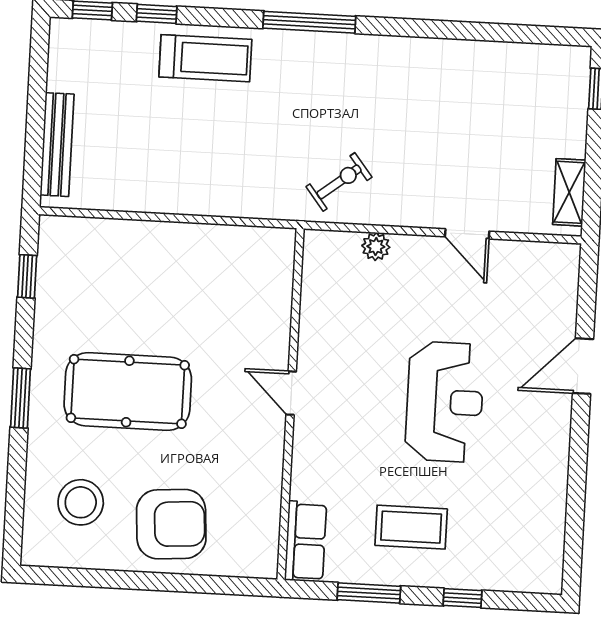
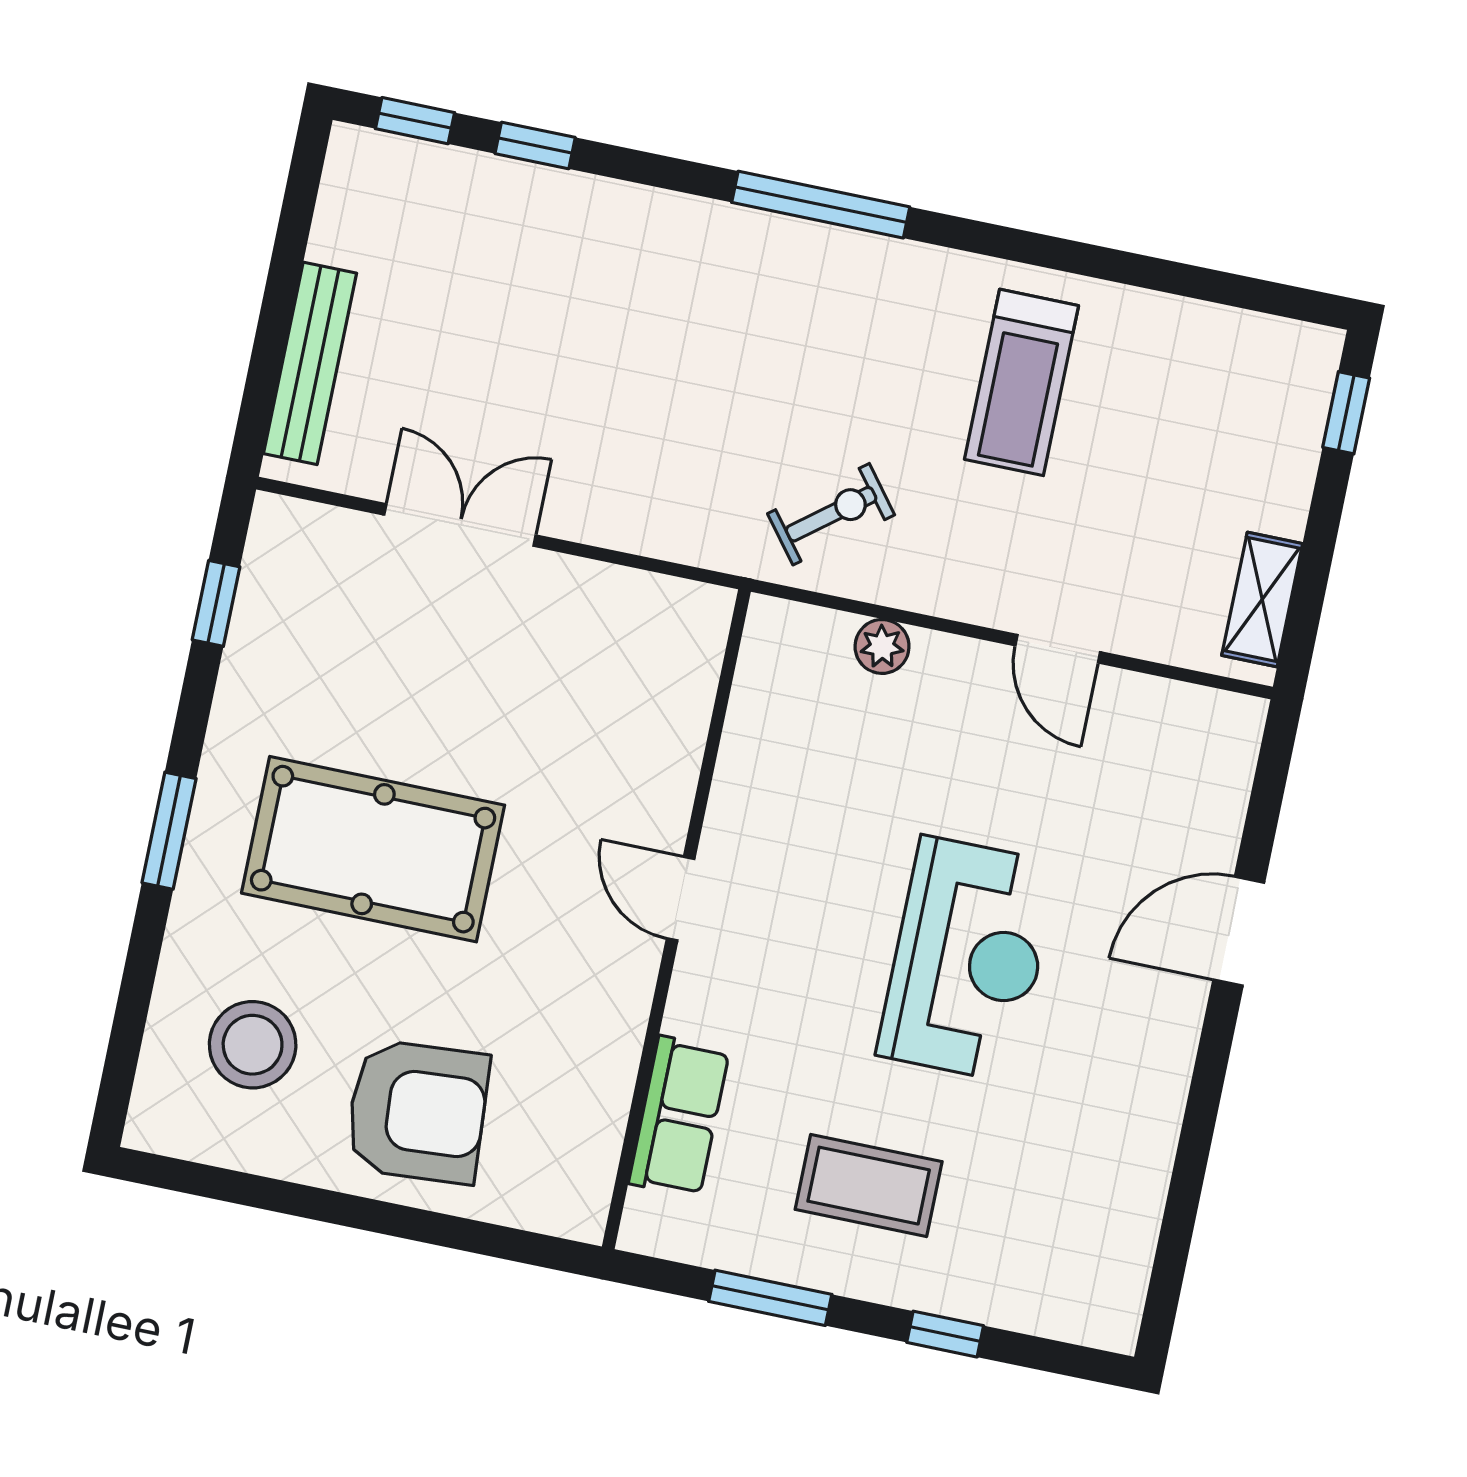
treadmill: (205, 58) -> (1021, 382), moved, turned 90
double door: (147, 217) -> (460, 525), added
row of seats: (306, 541) -> (679, 1117), moved

